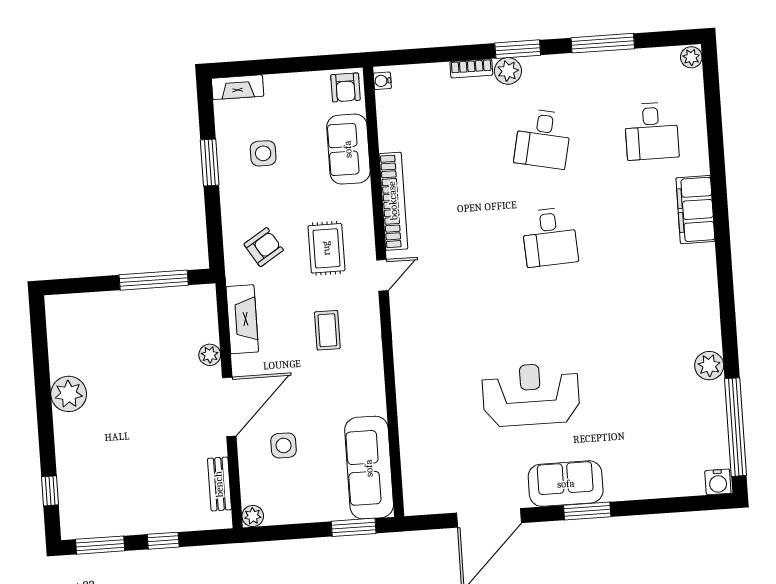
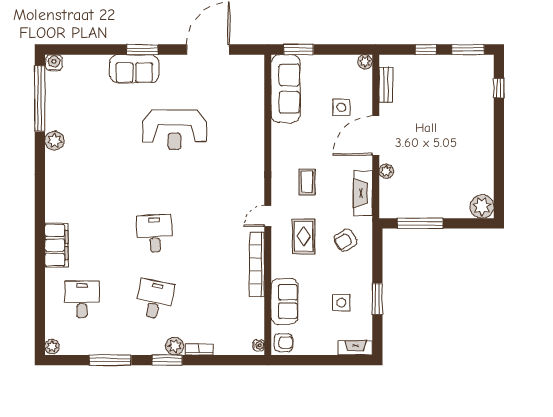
armchair: (345, 87) -> (284, 343), turned 90
plant: (69, 394) -> (482, 206), moved
sofa: (566, 484) -> (134, 69), moved

